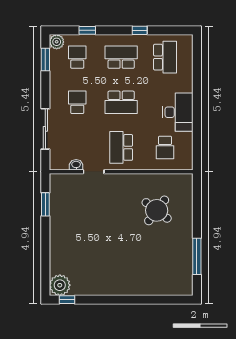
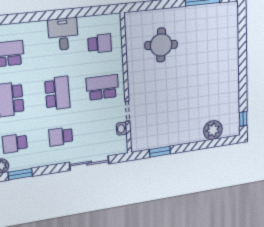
desk: (178, 112) -> (63, 34), width x0.73
school desk: (121, 147) -> (102, 87), turned 180
round table: (157, 210) -> (161, 45), turned -33
plant: (60, 285) -> (213, 130), moved

